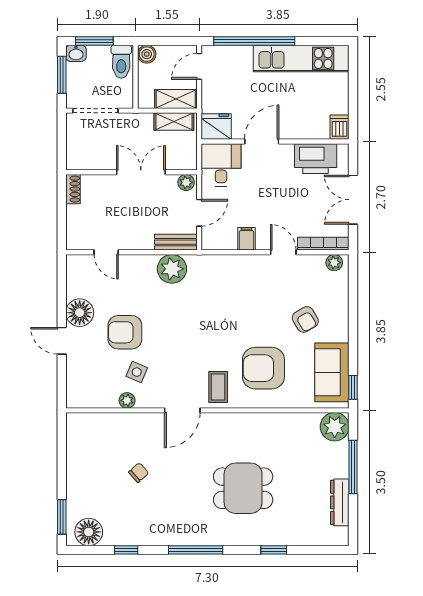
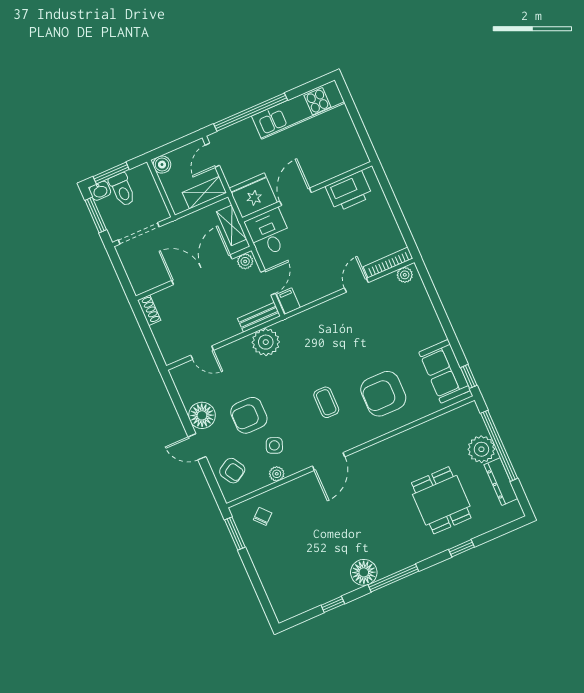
toilet: (121, 62) -> (122, 190), moved
shelving: (174, 122) -> (232, 225), moved, turned 90
fridge: (216, 127) -> (253, 195), width x1.36, depth x1.34
dishwasher: (340, 127) -> (358, 155), removed
double door: (141, 172) -> (202, 270), width x1.37
double door: (353, 200) -> (397, 213), removed
filing cabinet: (246, 239) -> (289, 301), moved
door: (283, 252) -> (356, 285), hinge flipped
armchair: (305, 319) -> (232, 471), moved
coffee table: (218, 387) -> (326, 402), moved
plant: (335, 427) -> (481, 449), moved
window: (353, 467) -> (499, 446), width x1.46
chair: (139, 473) -> (263, 516), moved
dining table: (243, 488) -> (441, 500), moved, turned 90
window: (62, 517) -> (235, 534), moved
floor lamp: (89, 532) -> (364, 572), moved

